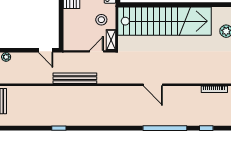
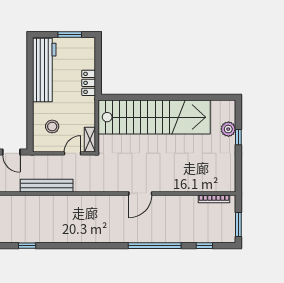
stool: (101, 20) -> (52, 126), moved
door: (153, 85) -> (140, 193), hinge flipped

